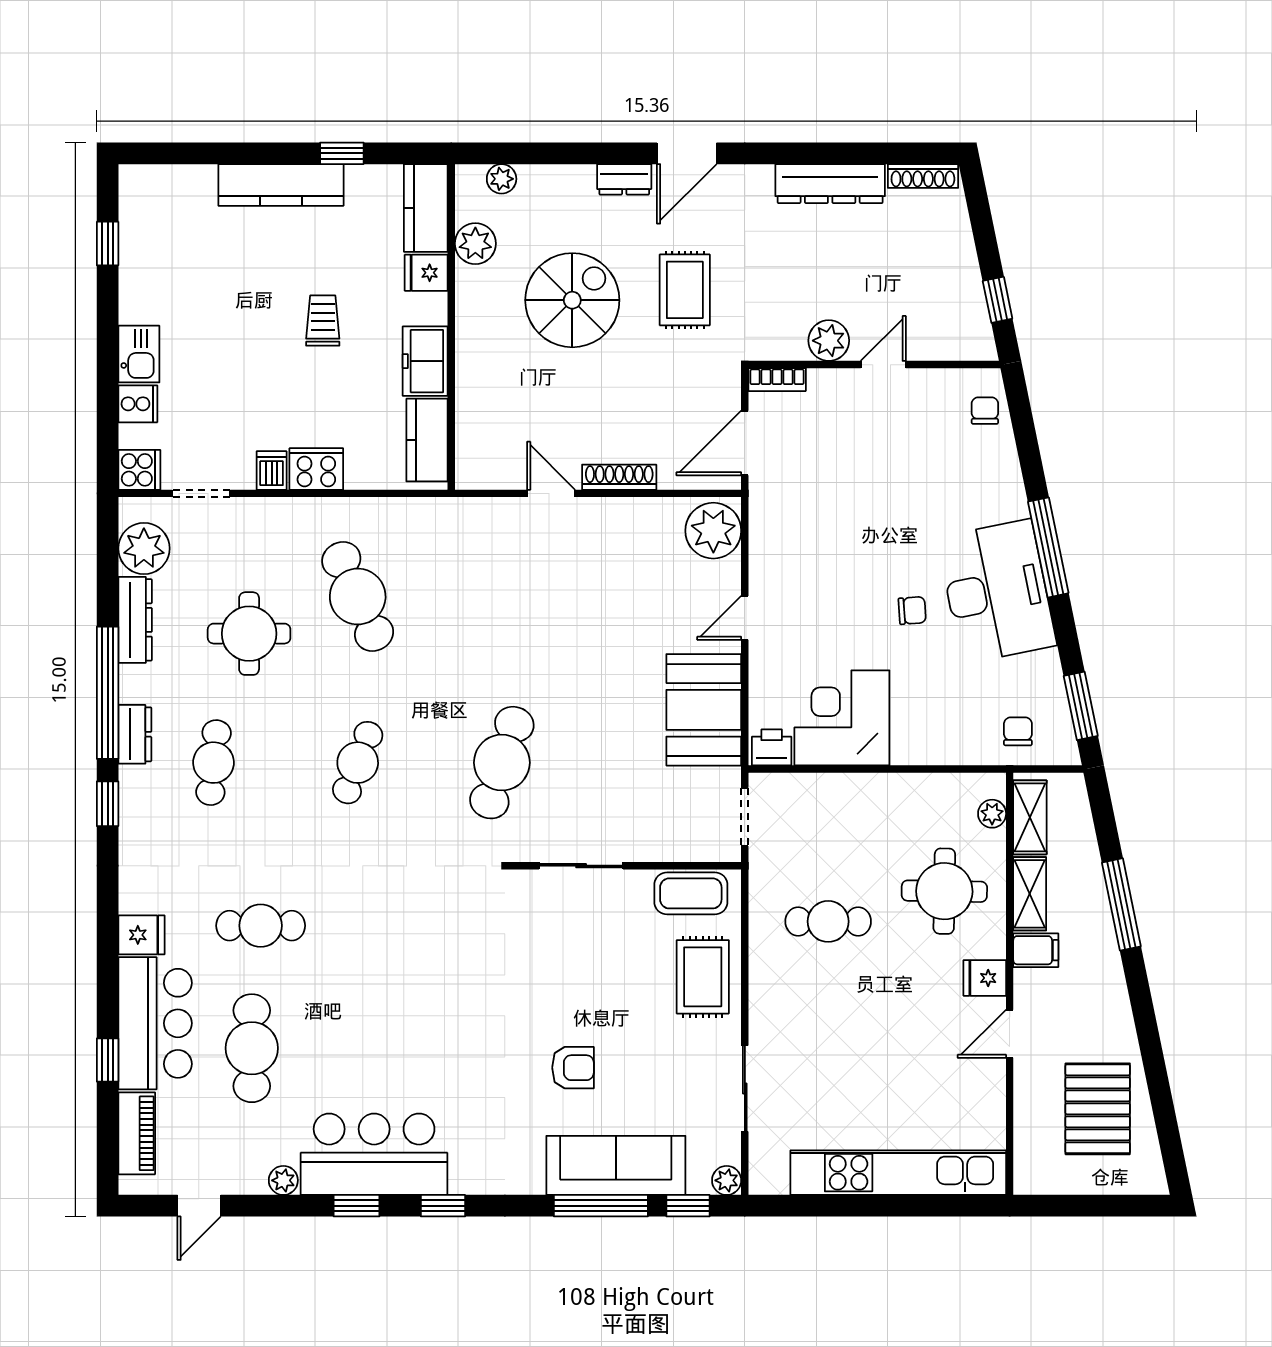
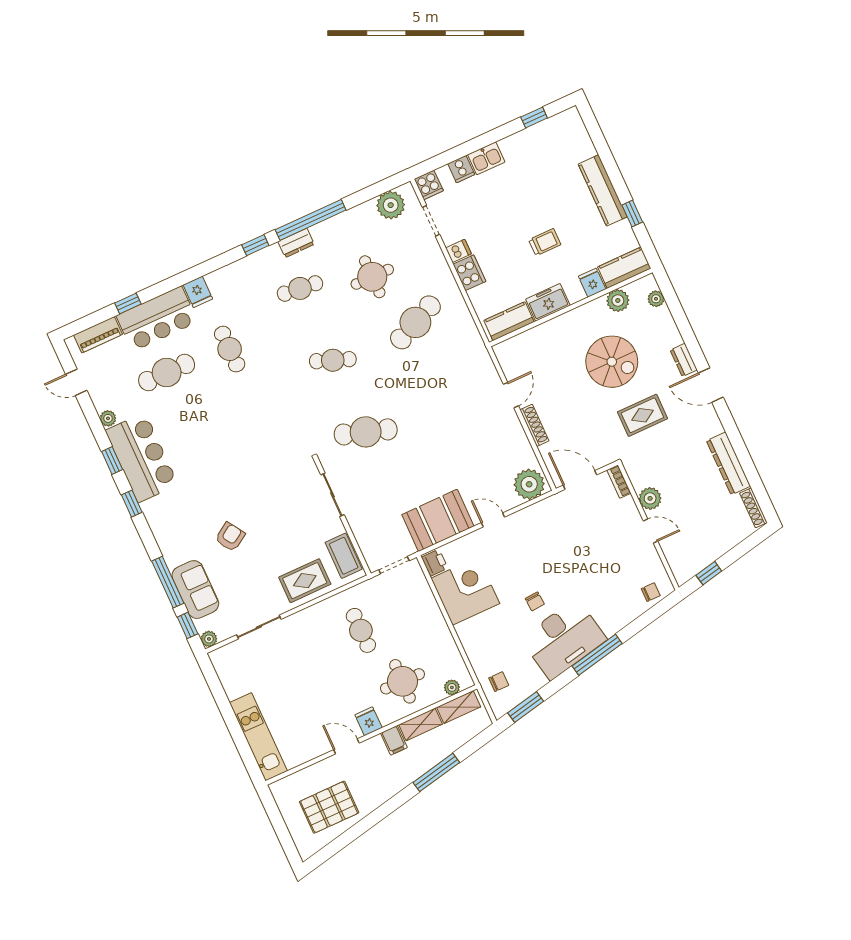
dresser: (135, 620) -> (353, 217), removed
armchair: (573, 1068) -> (230, 537), turned -123
sofa: (616, 1165) -> (195, 590), width x0.73
kitchen unit: (898, 1173) -> (258, 737), width x0.73

